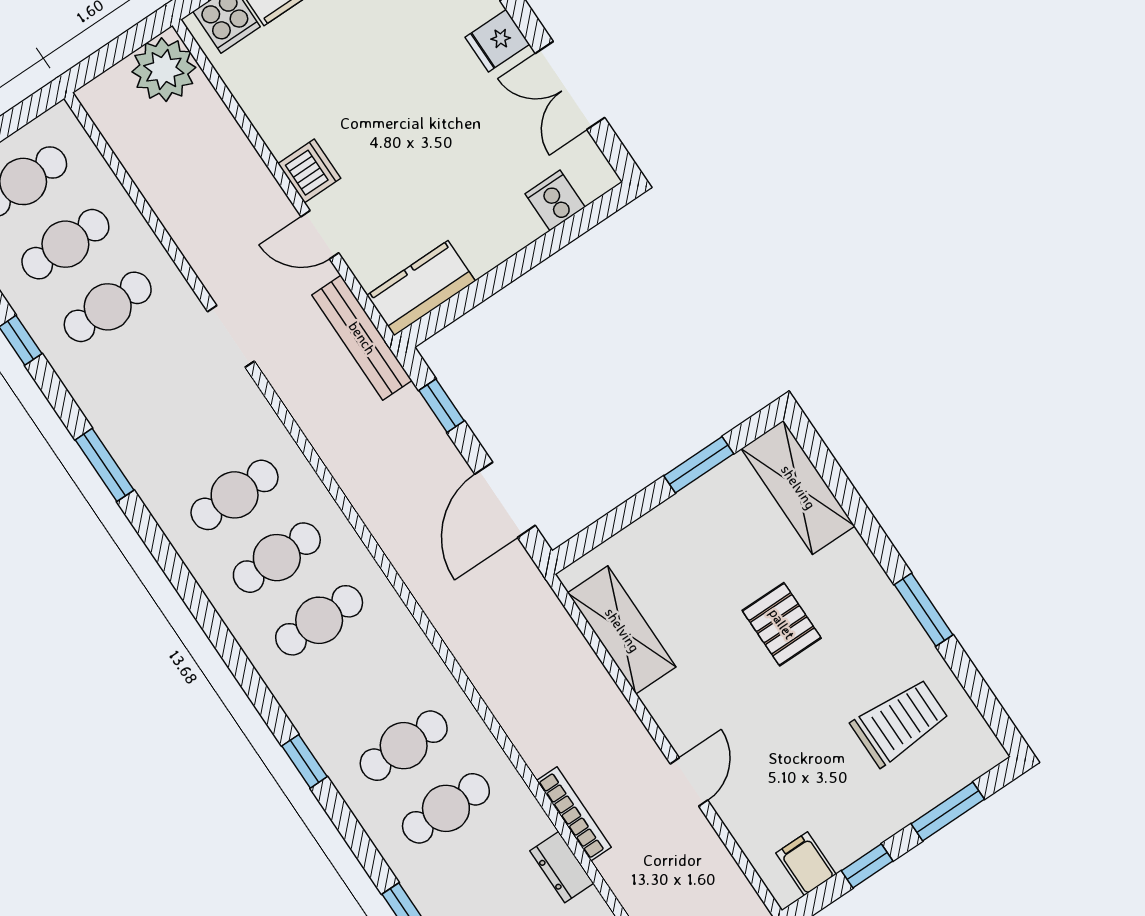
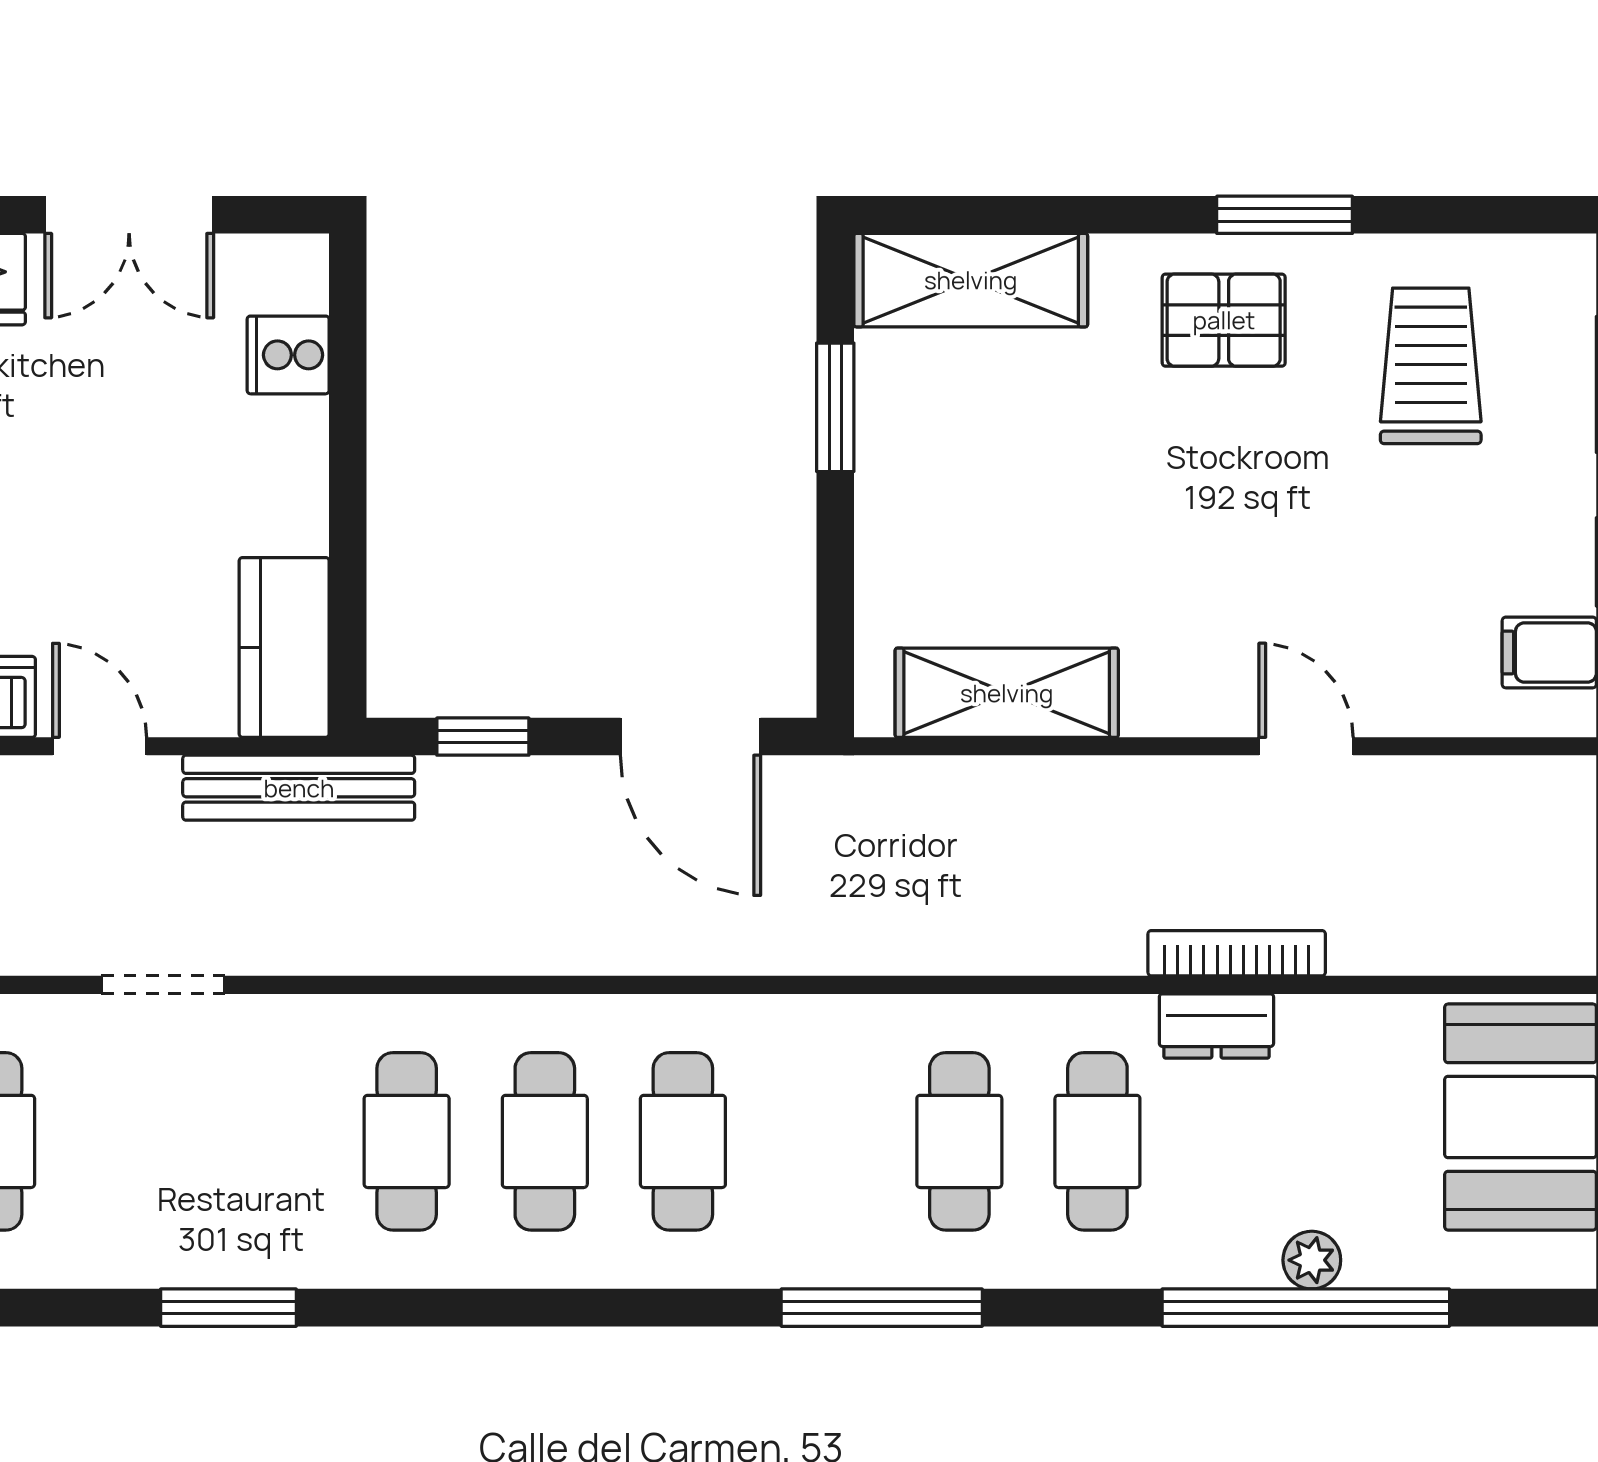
door: (320, 235) -> (100, 746), swing flipped
pallet: (782, 624) -> (1224, 320), moved
window: (304, 761) -> (882, 1308), width x2.17
dresser: (562, 867) -> (1216, 1026), moved

